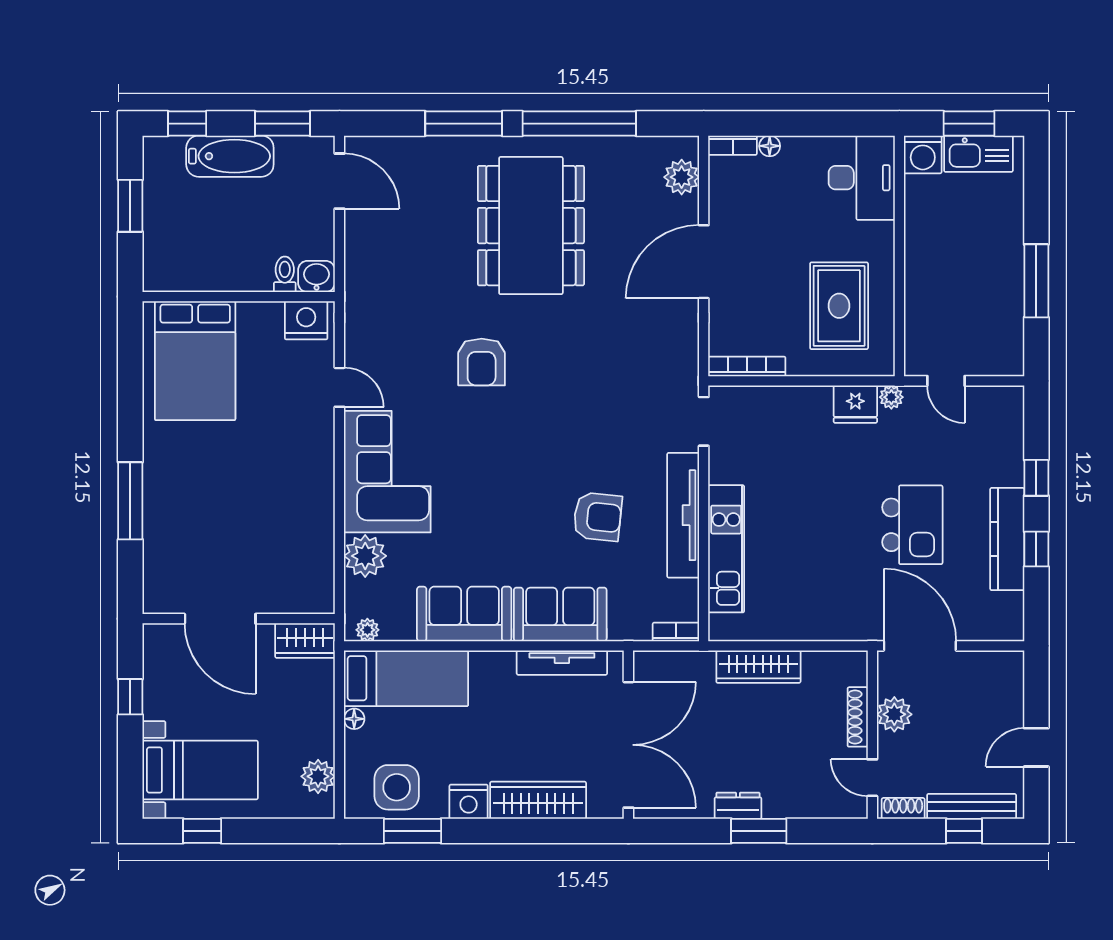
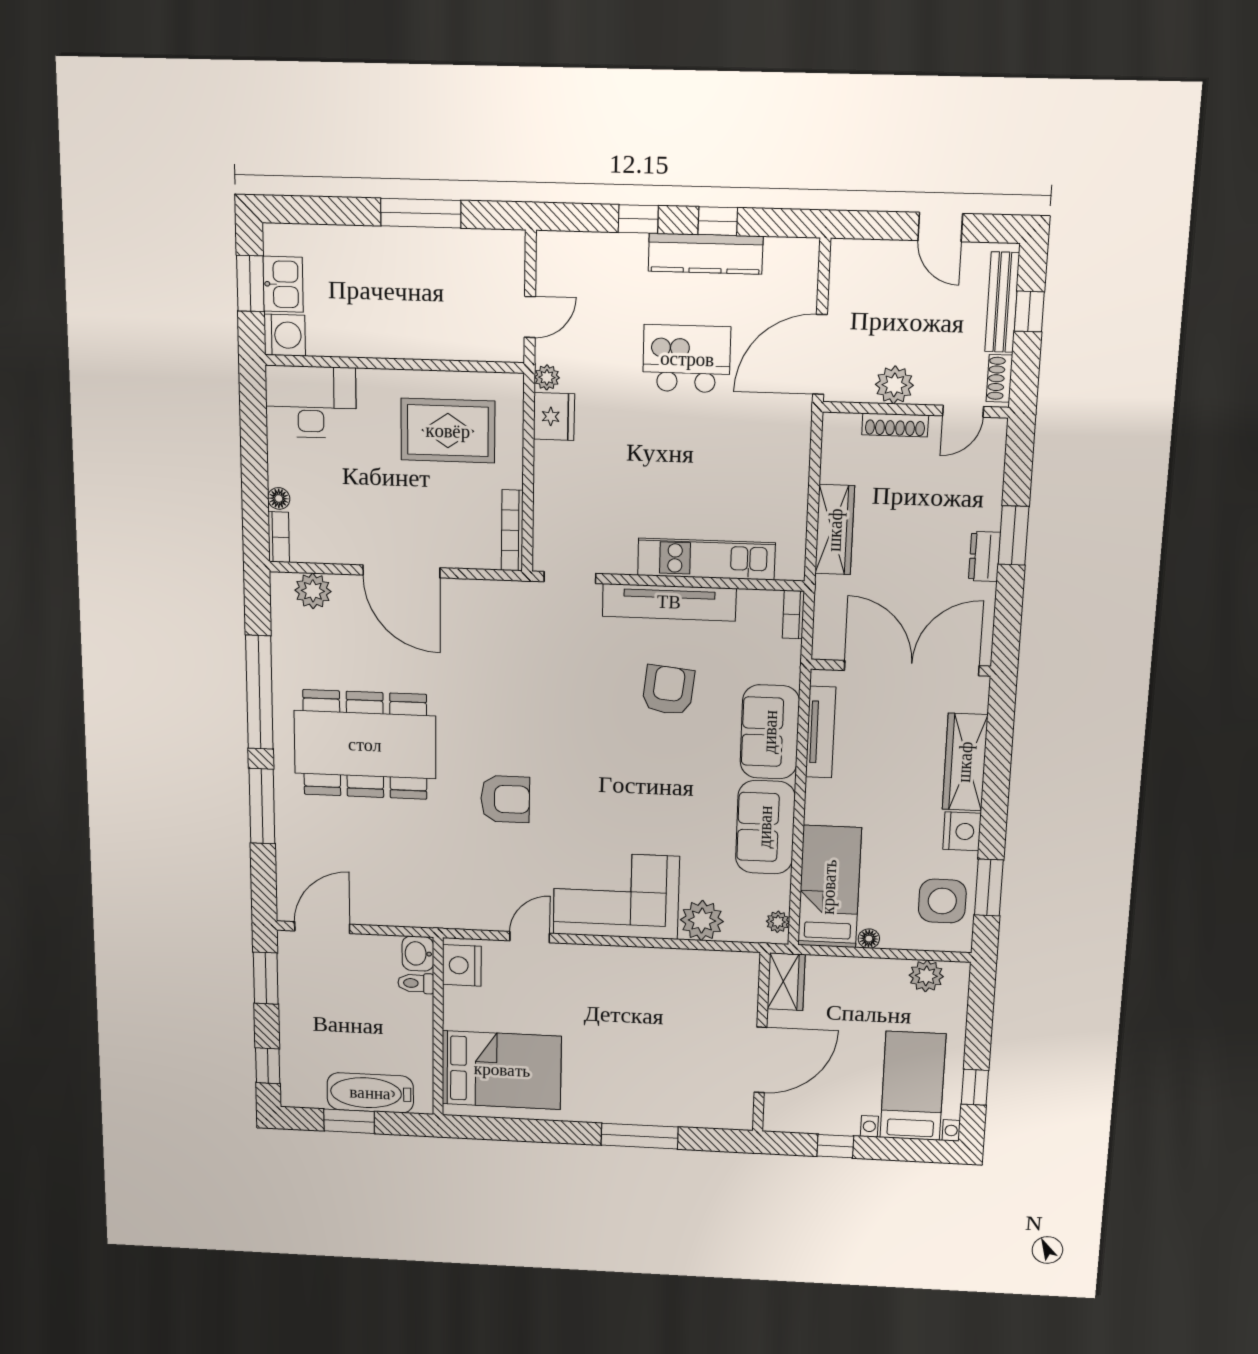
kitchen sink: (978, 154) -> (283, 284), width x0.73
bathtub: (230, 156) -> (370, 1093), moved, turned -90

